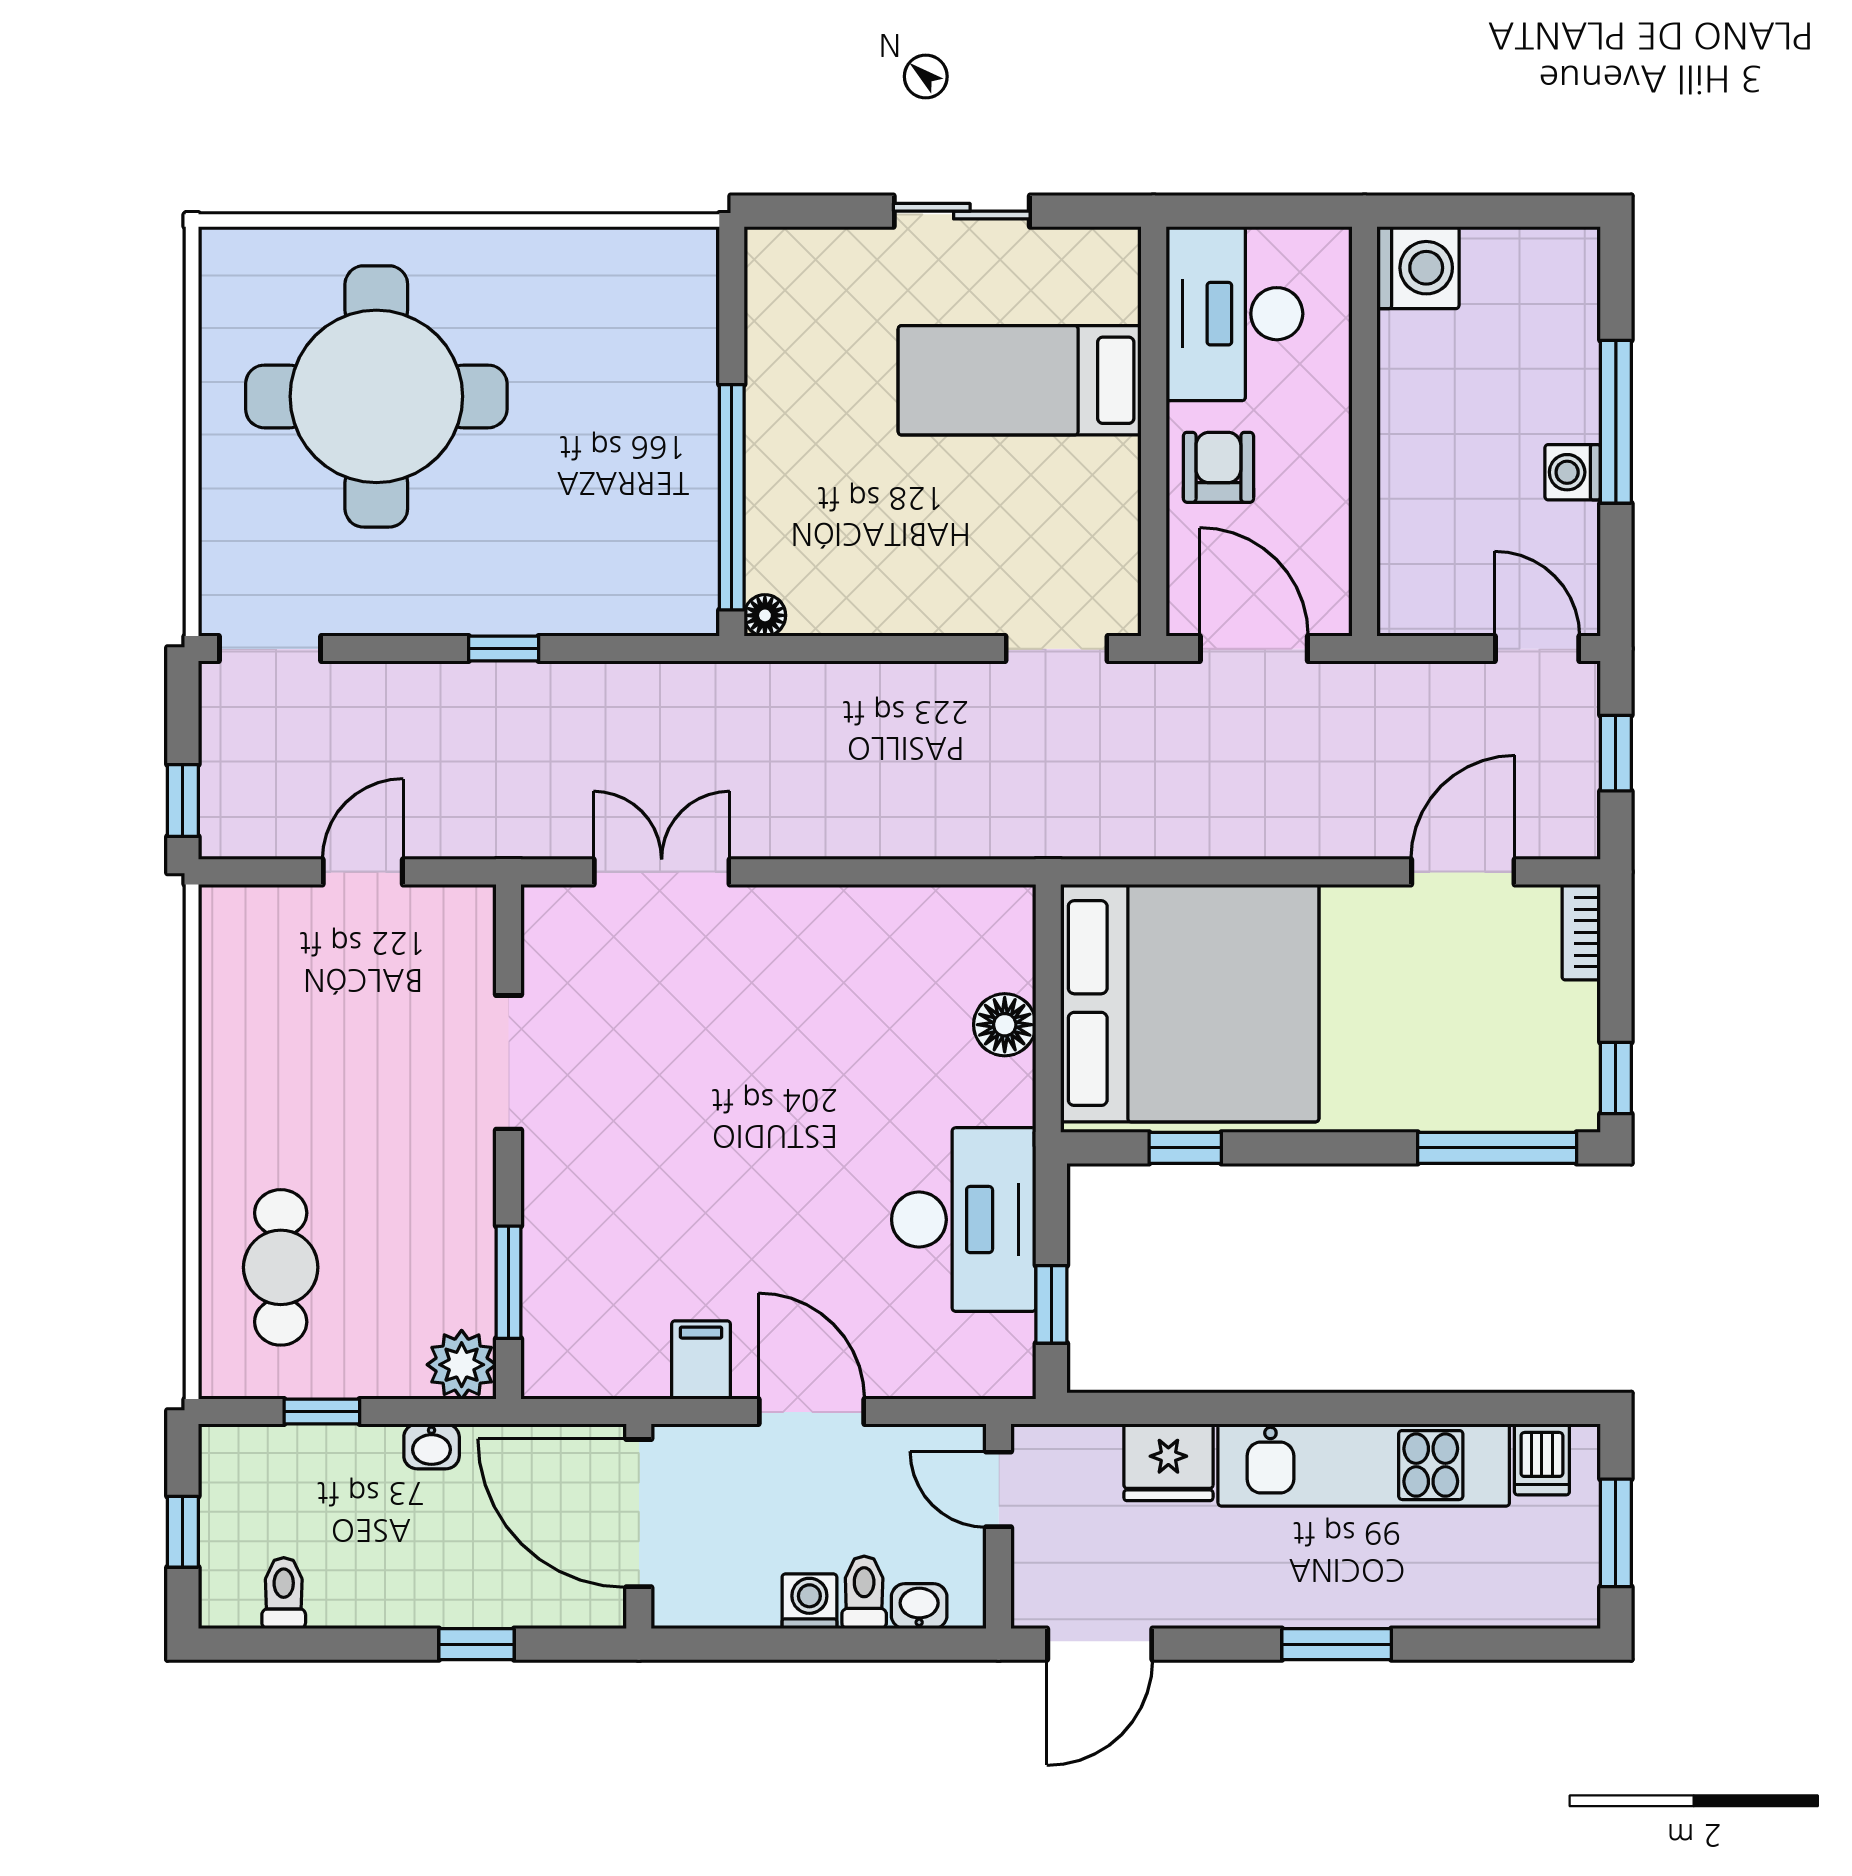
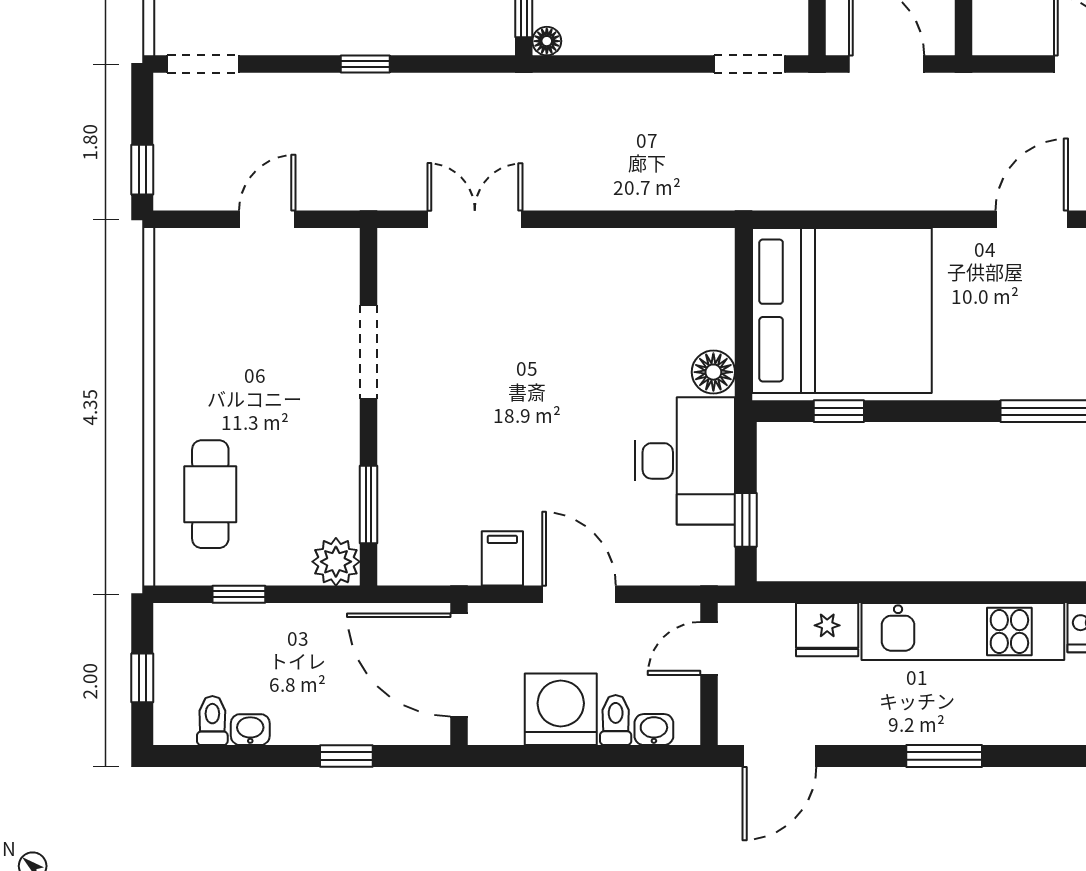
floor lamp: (1005, 1025) -> (713, 372), moved
washbasin: (432, 1446) -> (250, 730), moved, turned 180
door: (999, 1489) -> (709, 648), hinge flipped
washing machine: (809, 1601) -> (561, 709), width x1.89, depth x1.89

